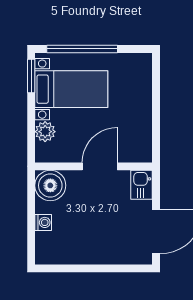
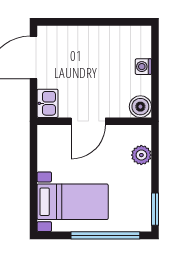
bed with nightstands: (71, 89) -> (73, 202), moved, turned 180
boiler: (50, 185) -> (140, 107), width x0.73, depth x0.73

